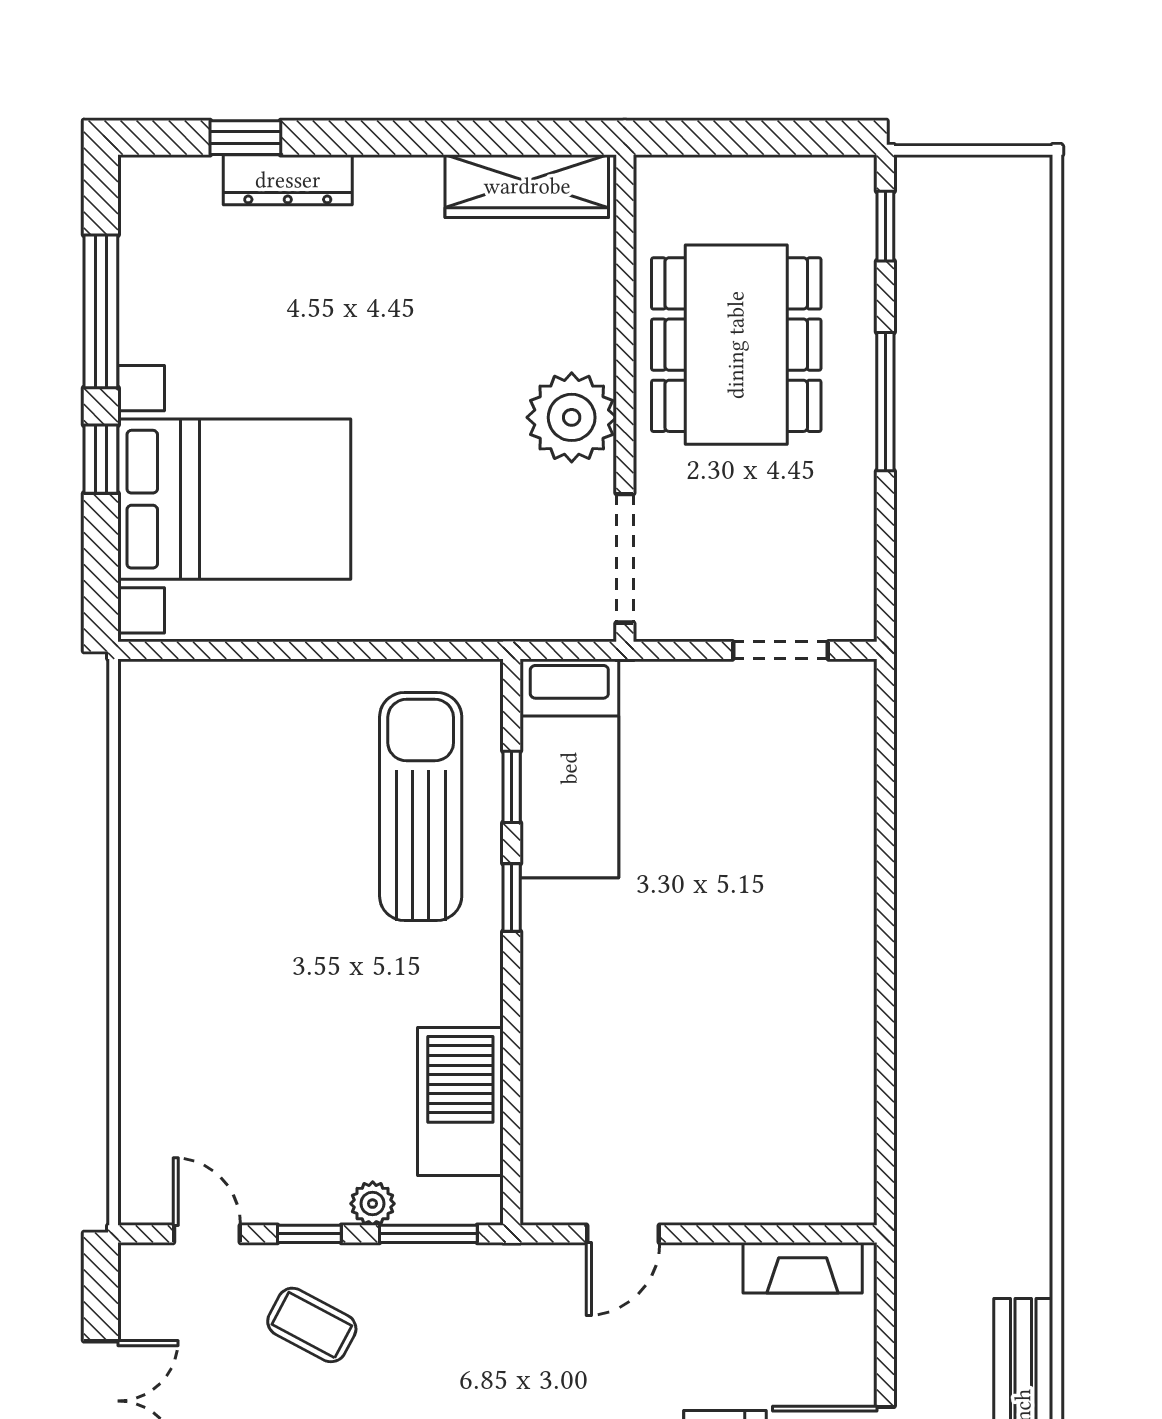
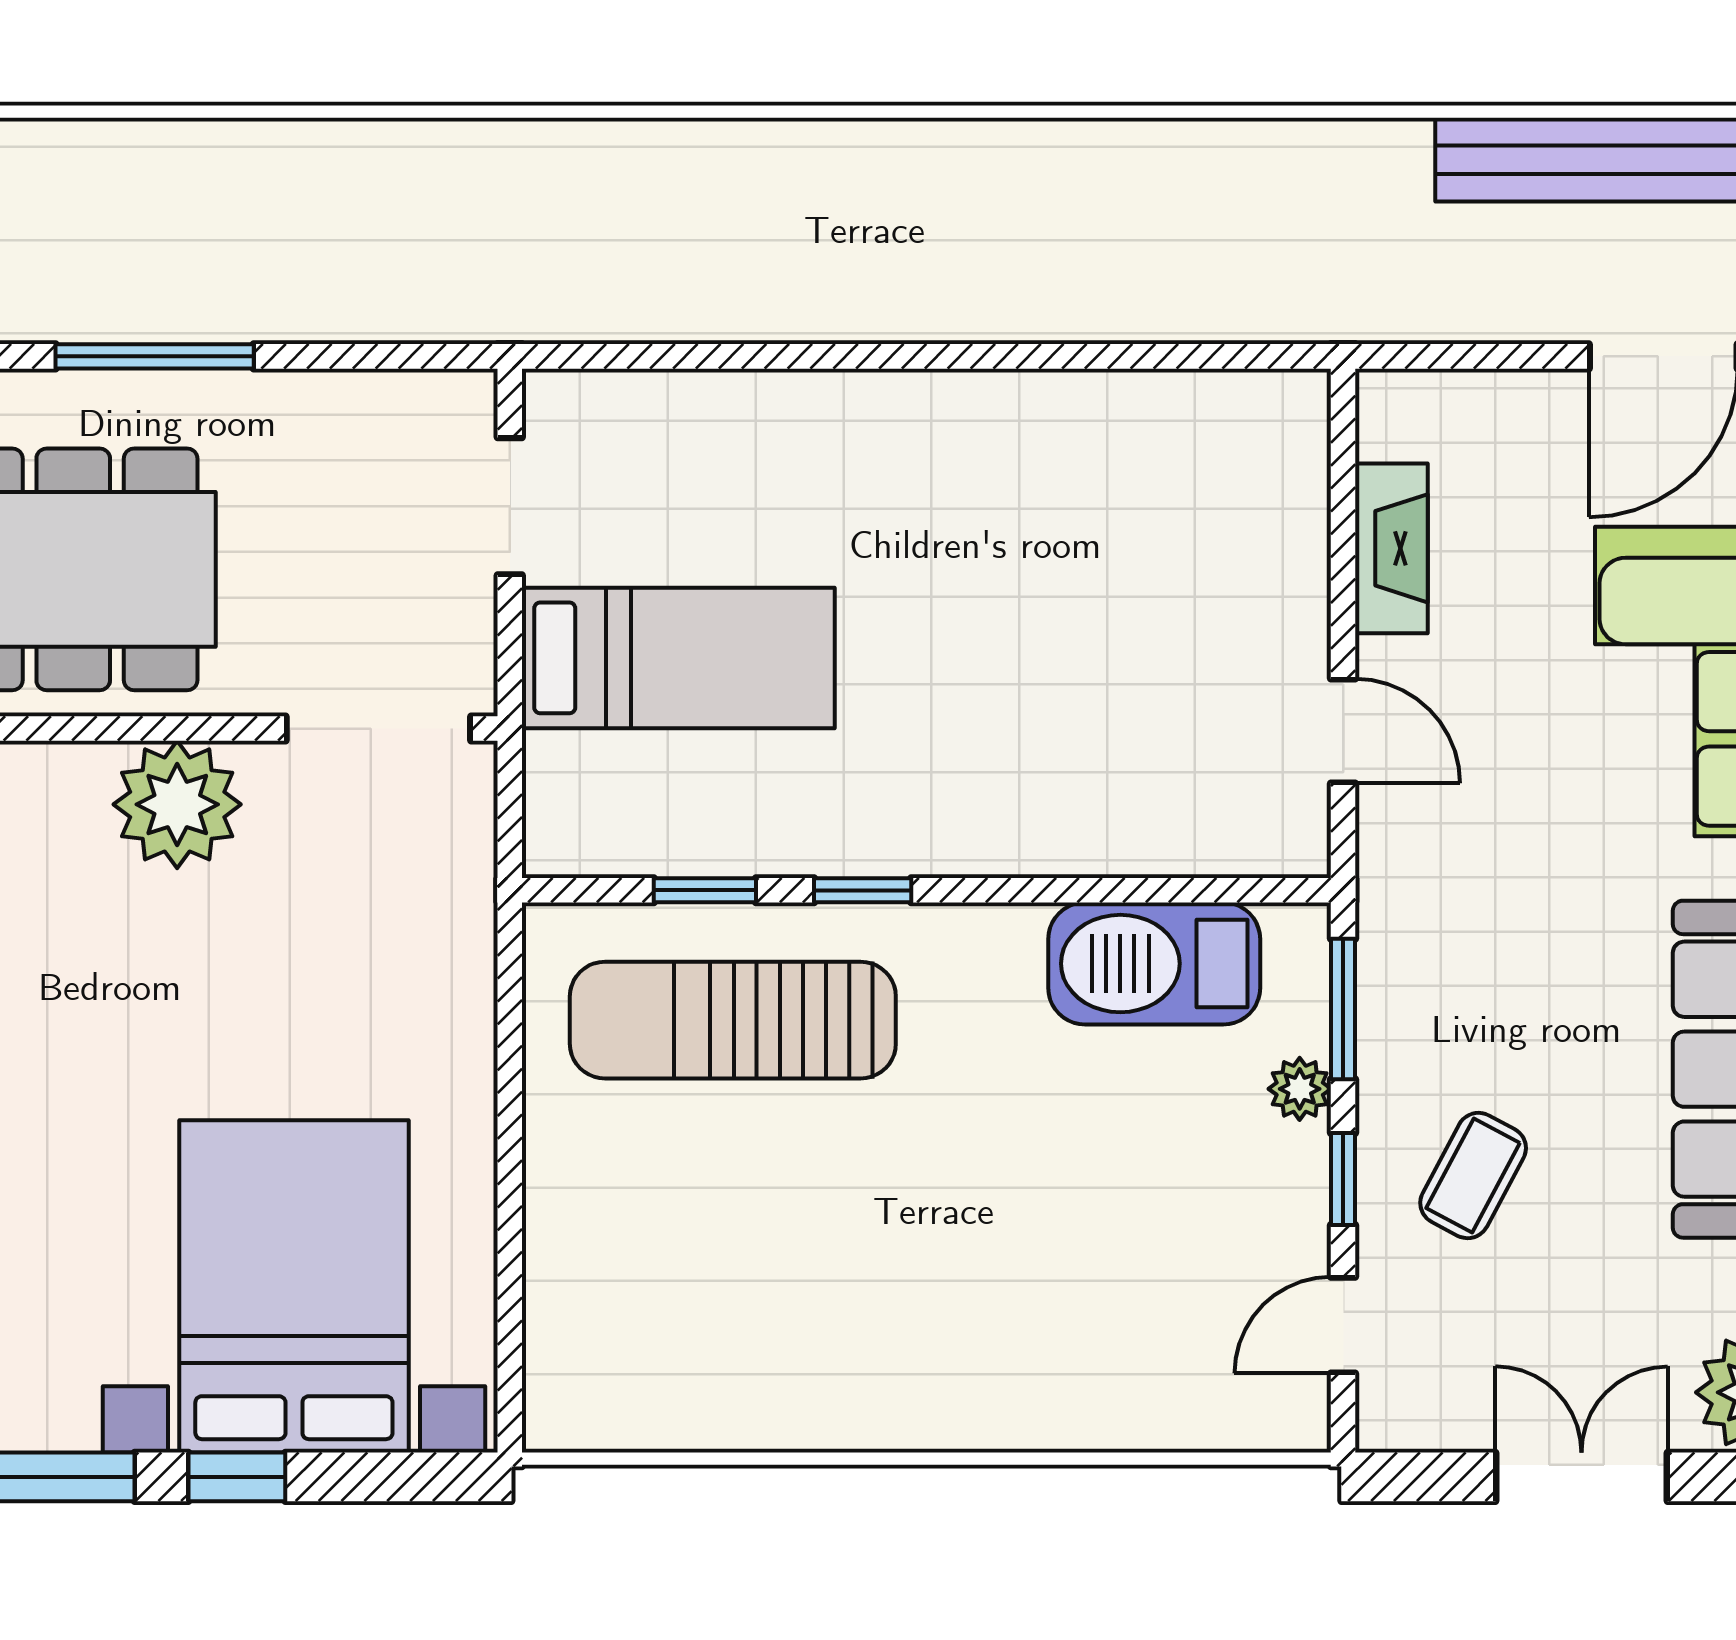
bed: (569, 768) -> (678, 658), moved
fireplace: (803, 1268) -> (1391, 548), moved

